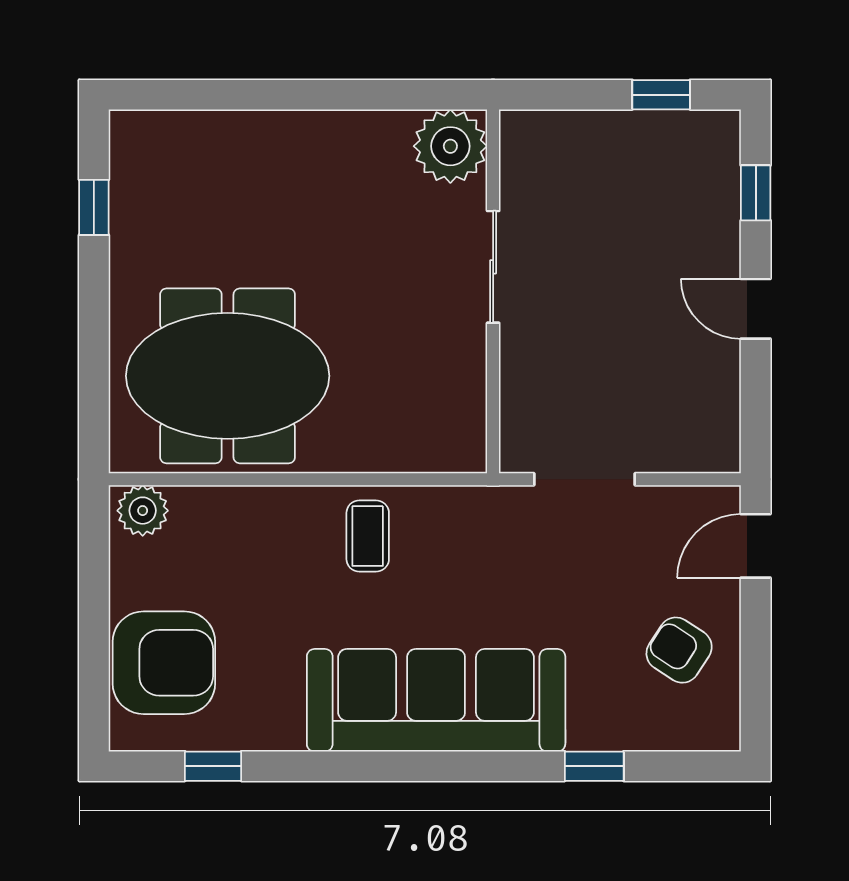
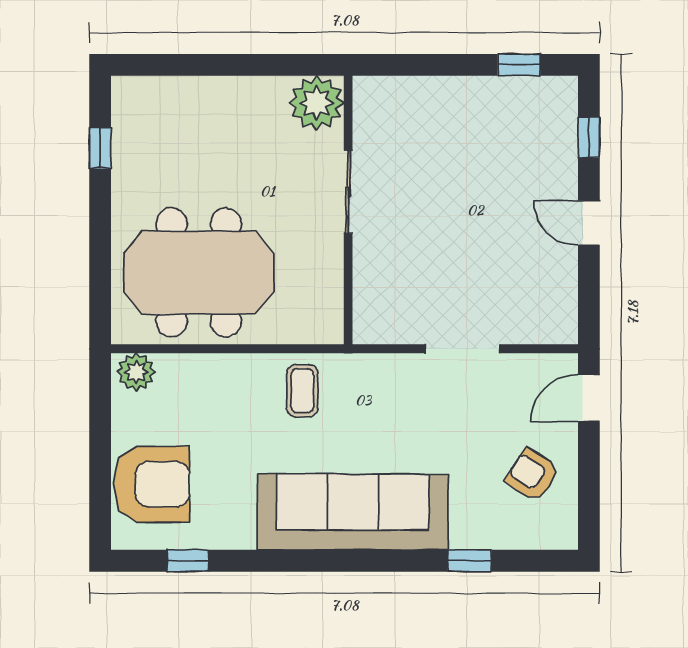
plant: (450, 146) -> (317, 103), moved
sliding door: (493, 267) -> (348, 192), moved
wall: (493, 291) -> (348, 210), moved

